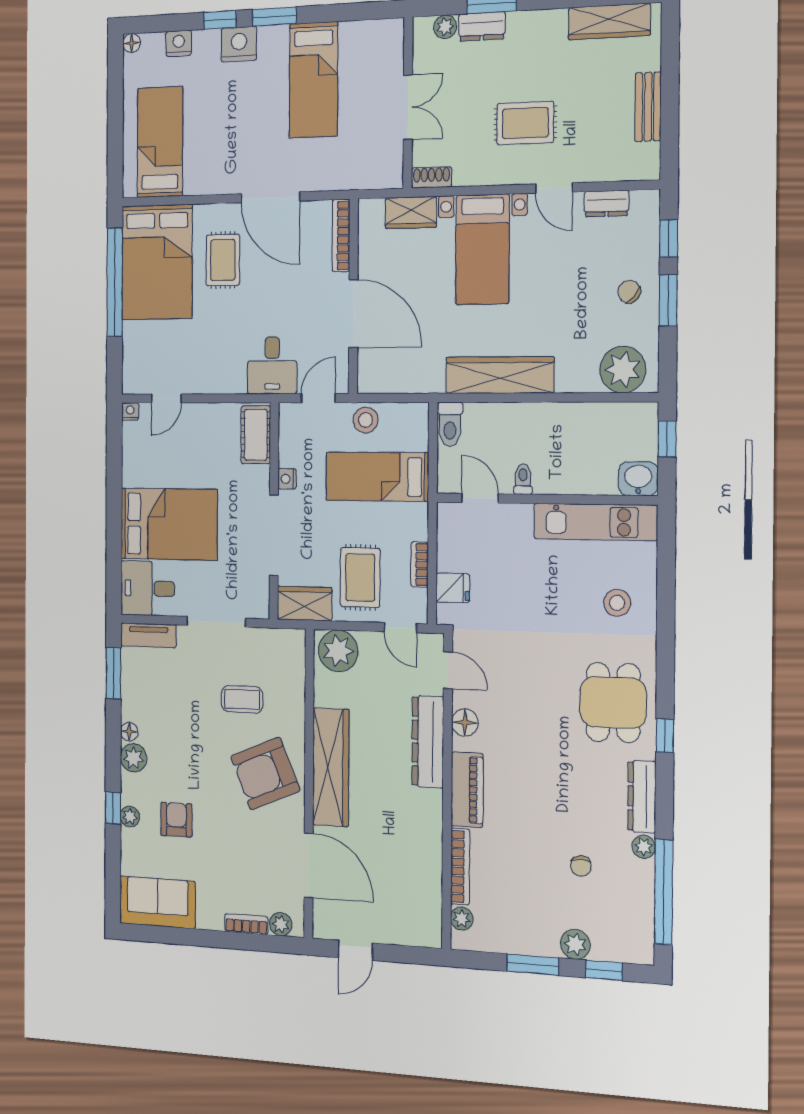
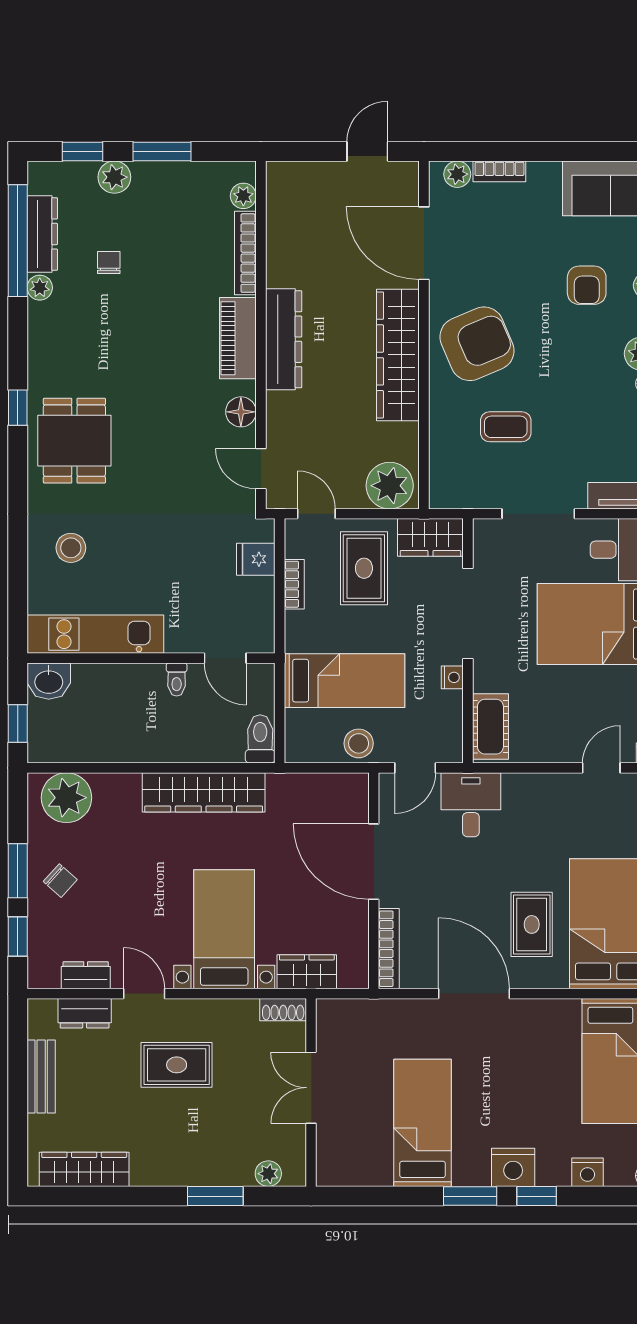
dresser: (482, 26) -> (85, 1013), moved, turned 180
dresser: (428, 742) -> (284, 339), moved
dresser: (642, 797) -> (42, 234), moved

